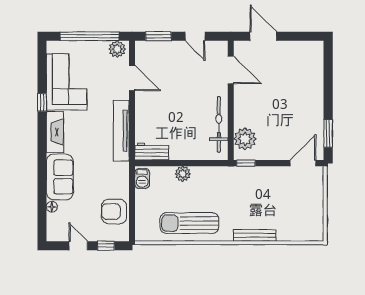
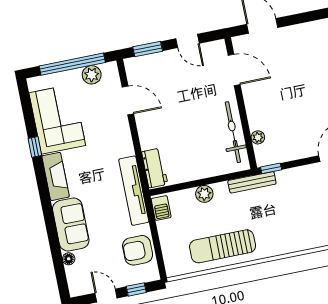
plant: (117, 49) -> (92, 75), moved
tv unit: (121, 131) -> (134, 191), moved
plant: (245, 139) -> (258, 137), width x0.53, depth x0.53
workbench: (152, 151) -> (155, 168), moved, turned 90
bench: (255, 235) -> (252, 182), moved

